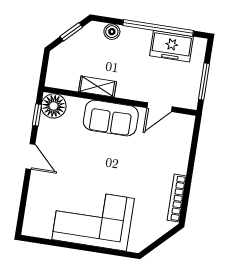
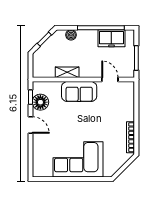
floor lamp: (54, 106) -> (40, 102), moved
door: (160, 107) -> (110, 79), swing flipped

